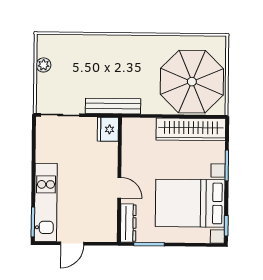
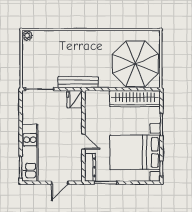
plant: (44, 65) -> (27, 36), moved
door: (72, 243) -> (60, 183), moved

